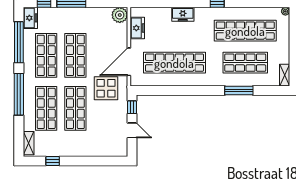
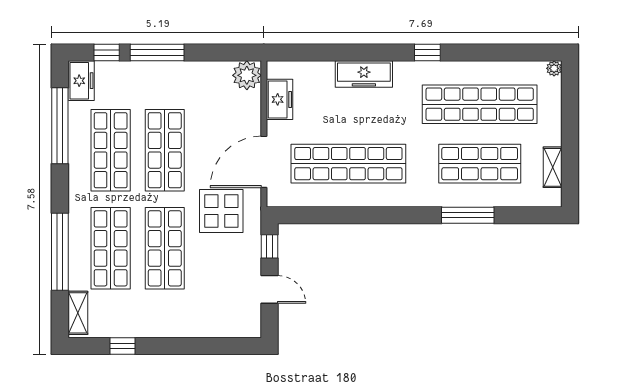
freezer: (183, 14) -> (364, 74), width x1.40
shelving: (285, 75) -> (553, 167), moved
window: (19, 94) -> (60, 252), moved

